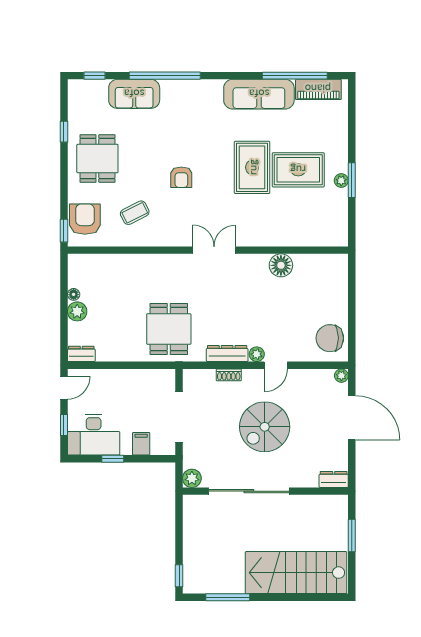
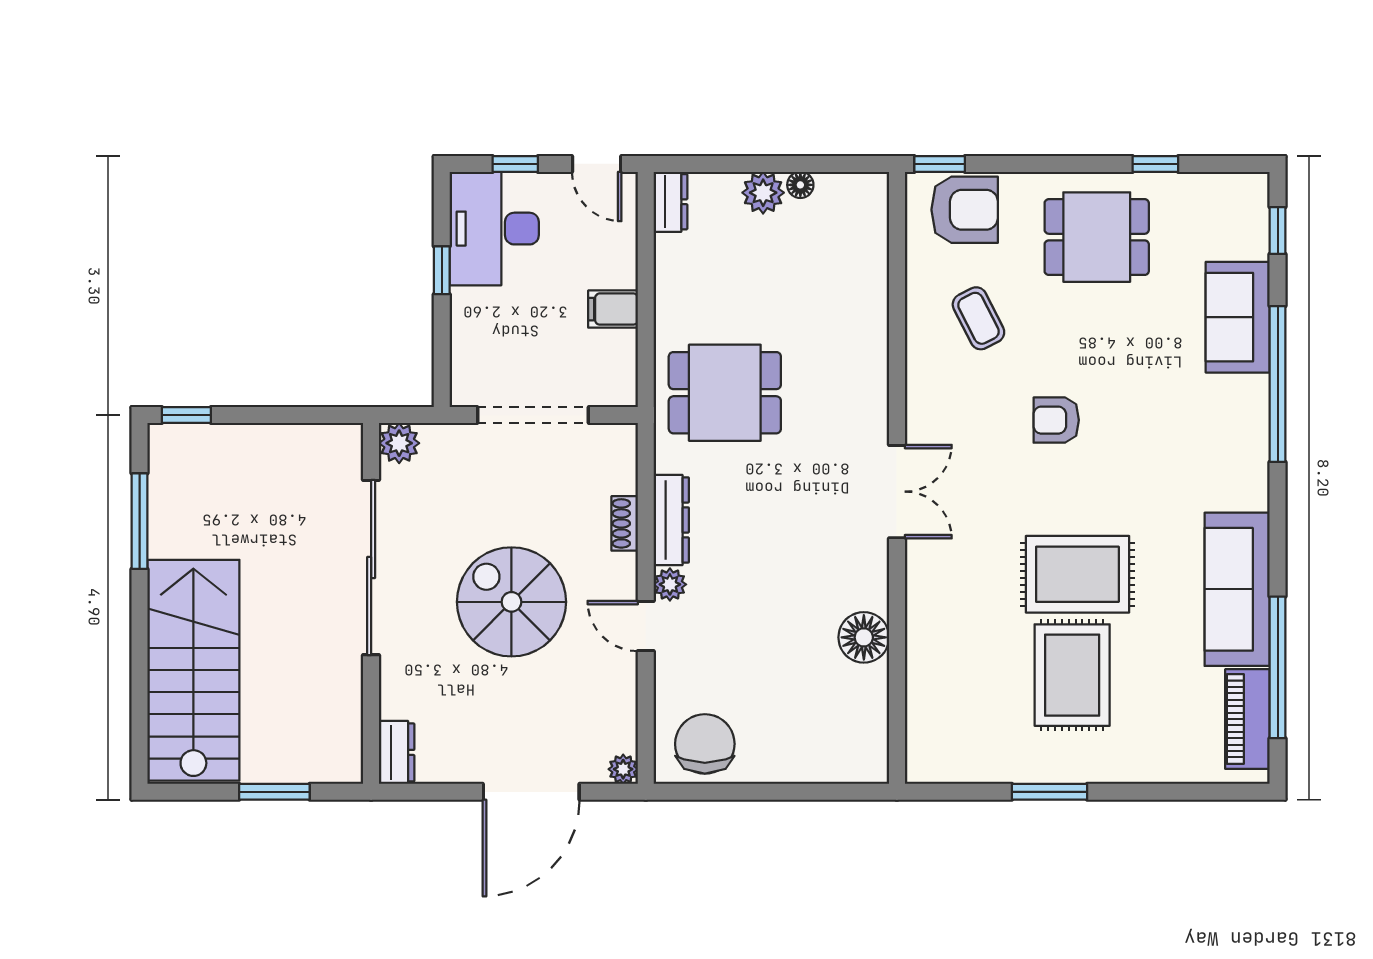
plant: (341, 181) -> (1049, 769), removed
filing cabinet: (141, 444) -> (613, 309), moved, turned 180

